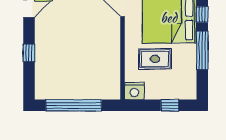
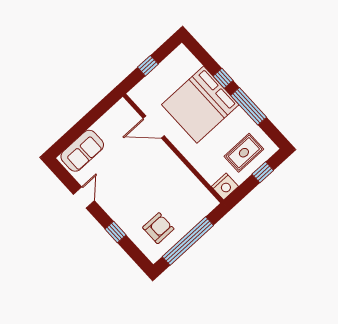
rug: (155, 59) -> (244, 153), moved
armchair: (61, 78) -> (158, 228), added

